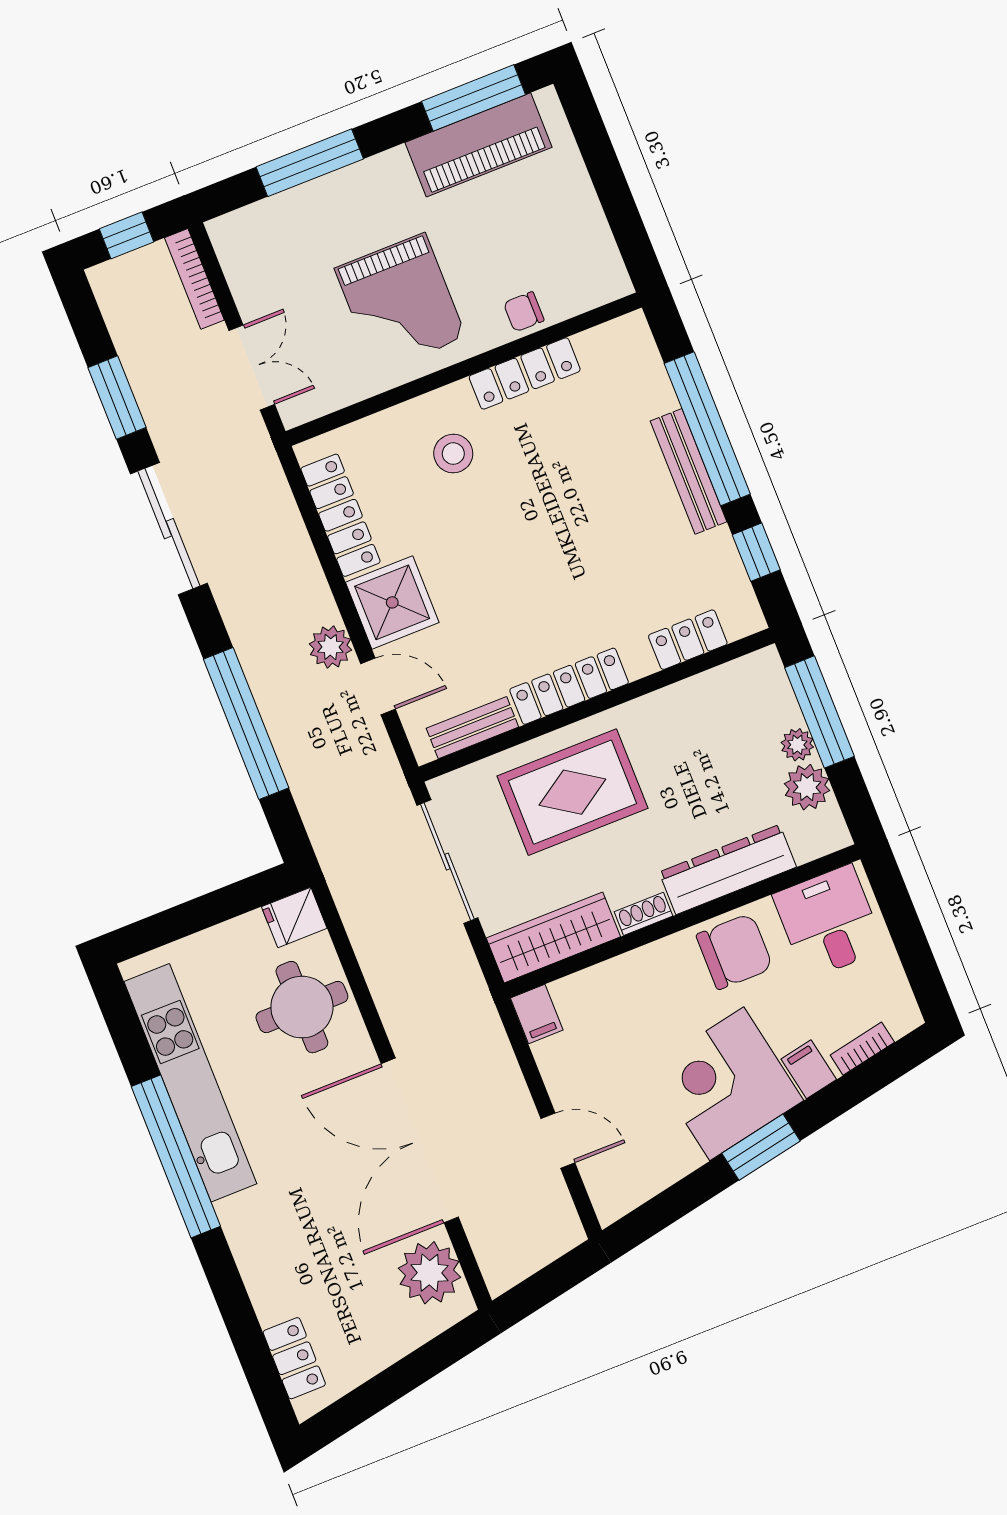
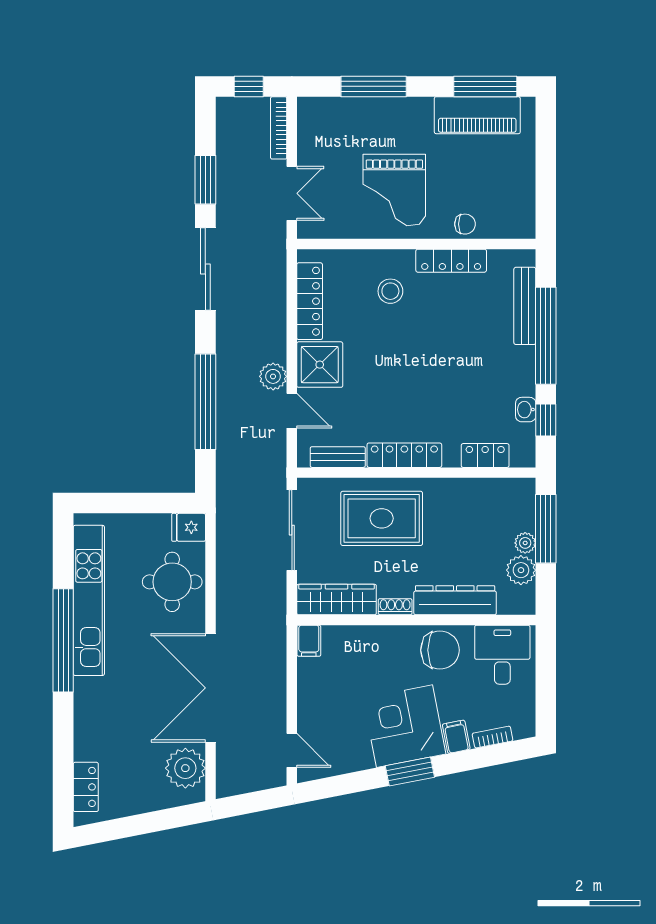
chair: (524, 312) -> (465, 224), turned 180
bench: (689, 471) -> (525, 306), moved
washbasin: (721, 549) -> (526, 410), added
door: (558, 1141) -> (292, 750), moved

